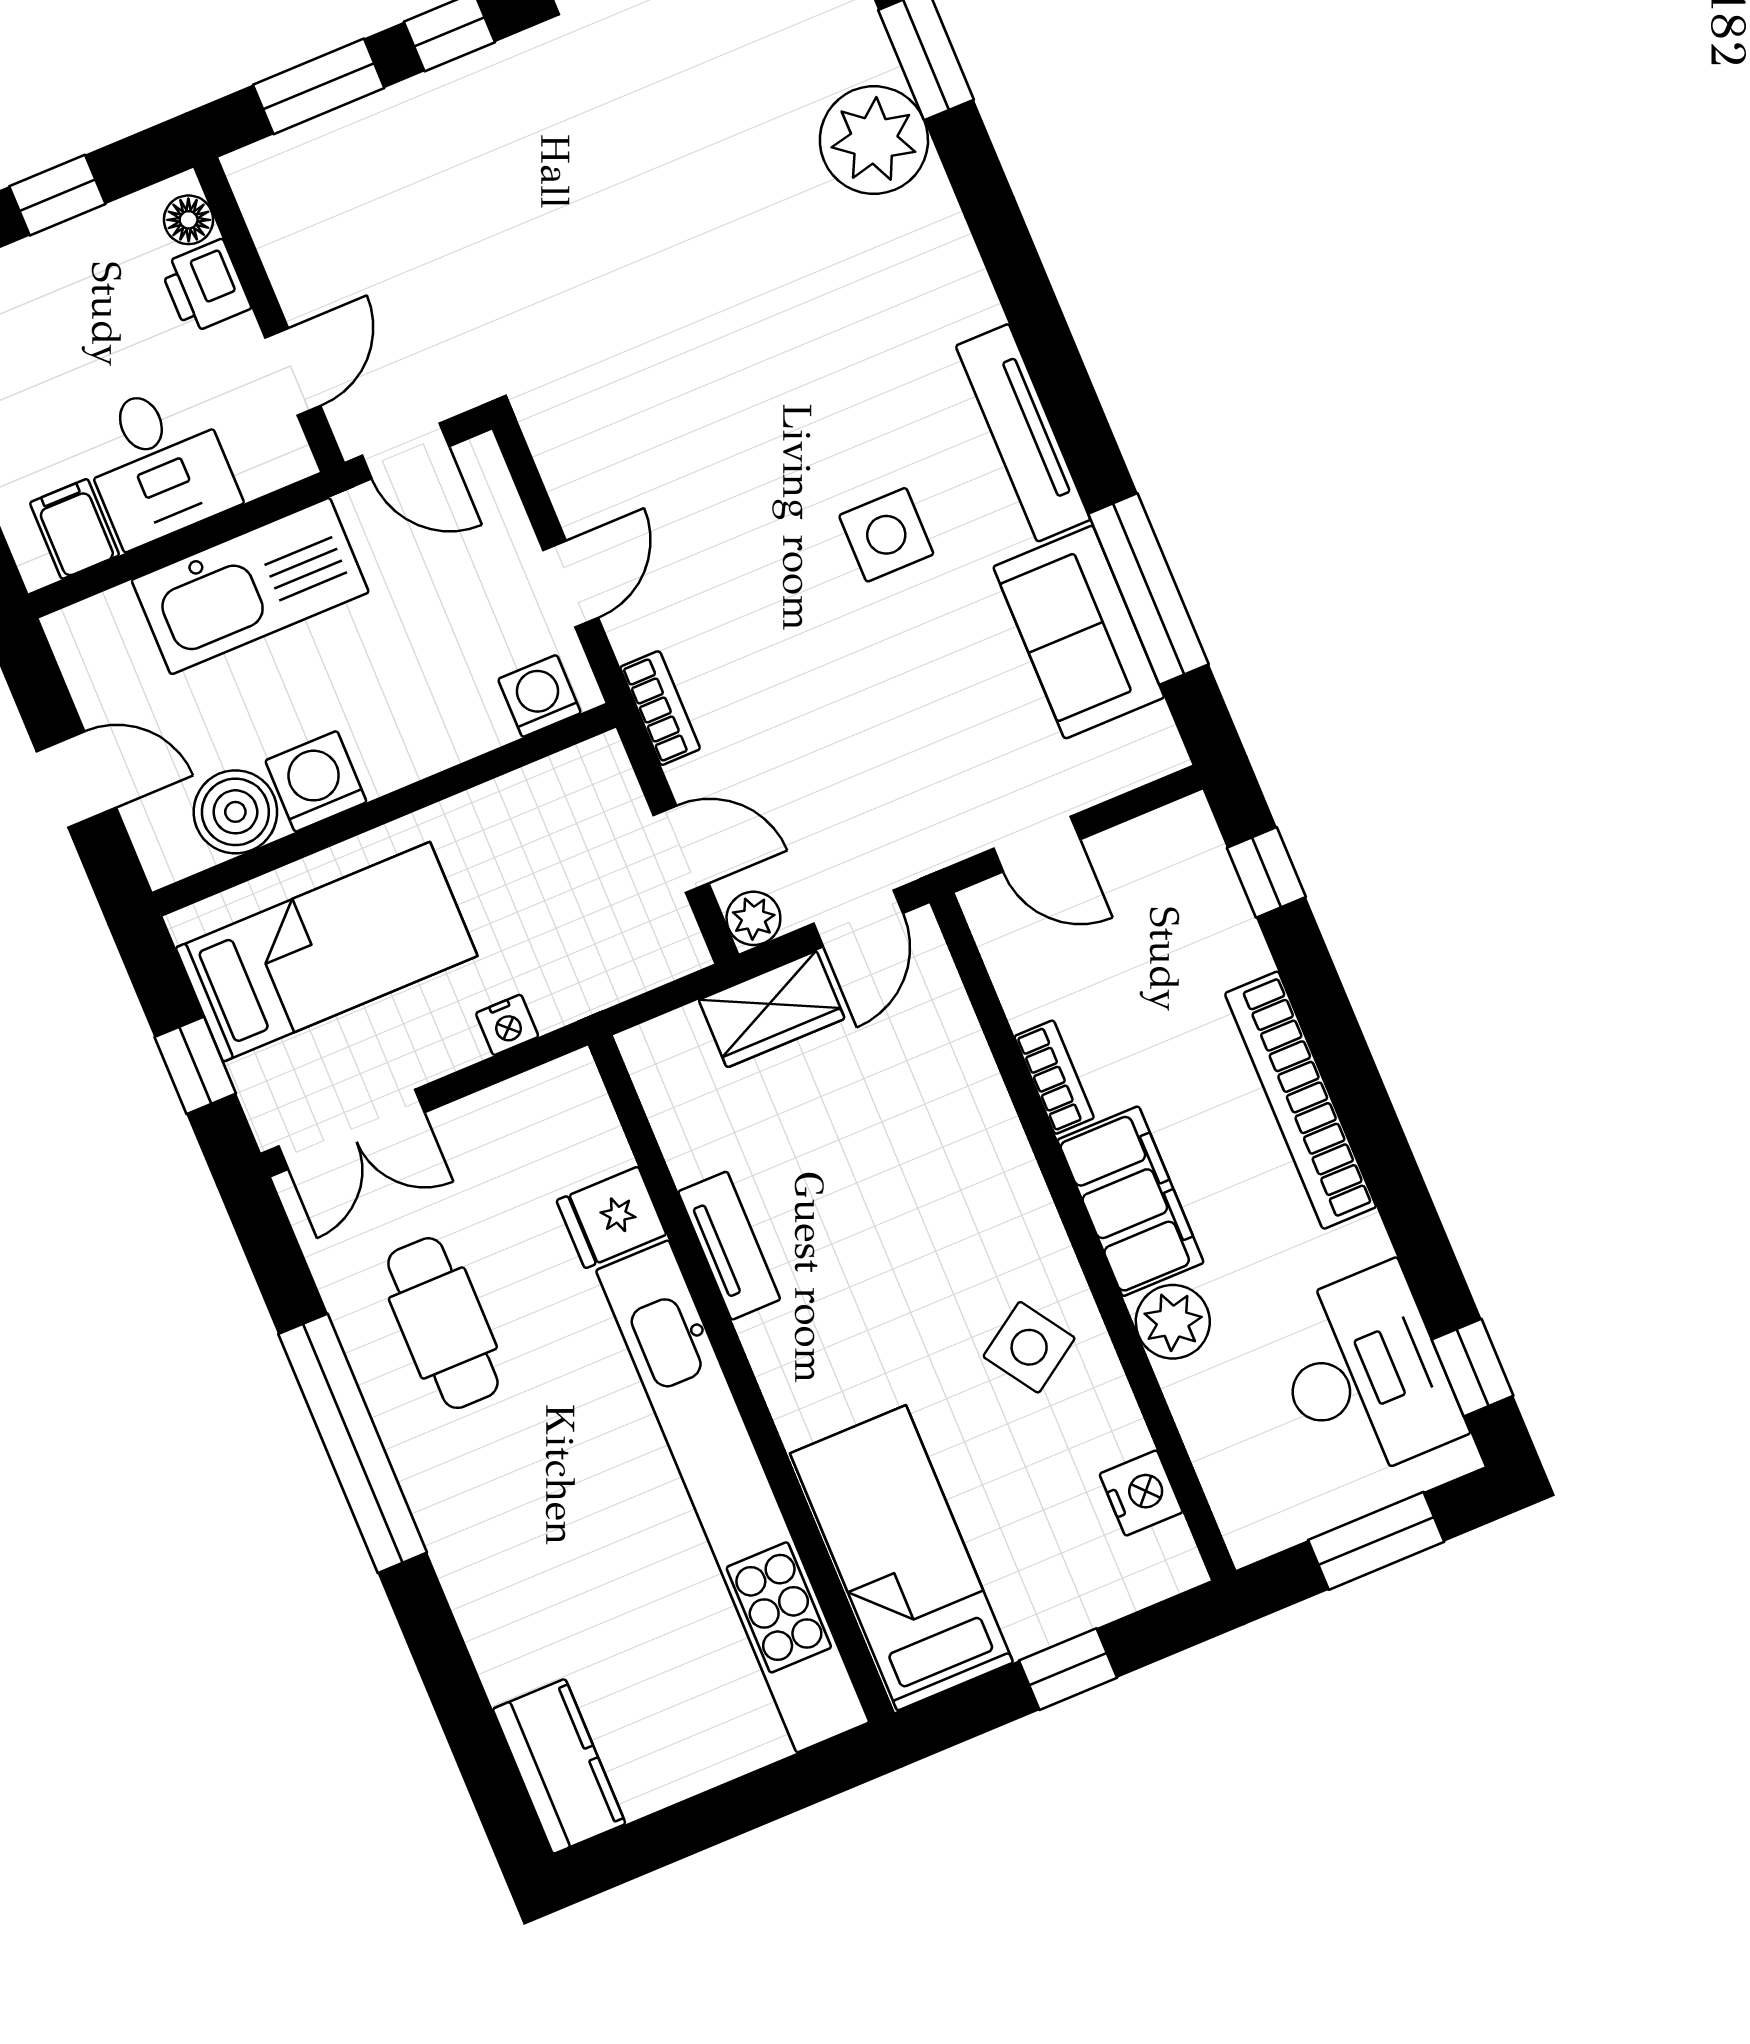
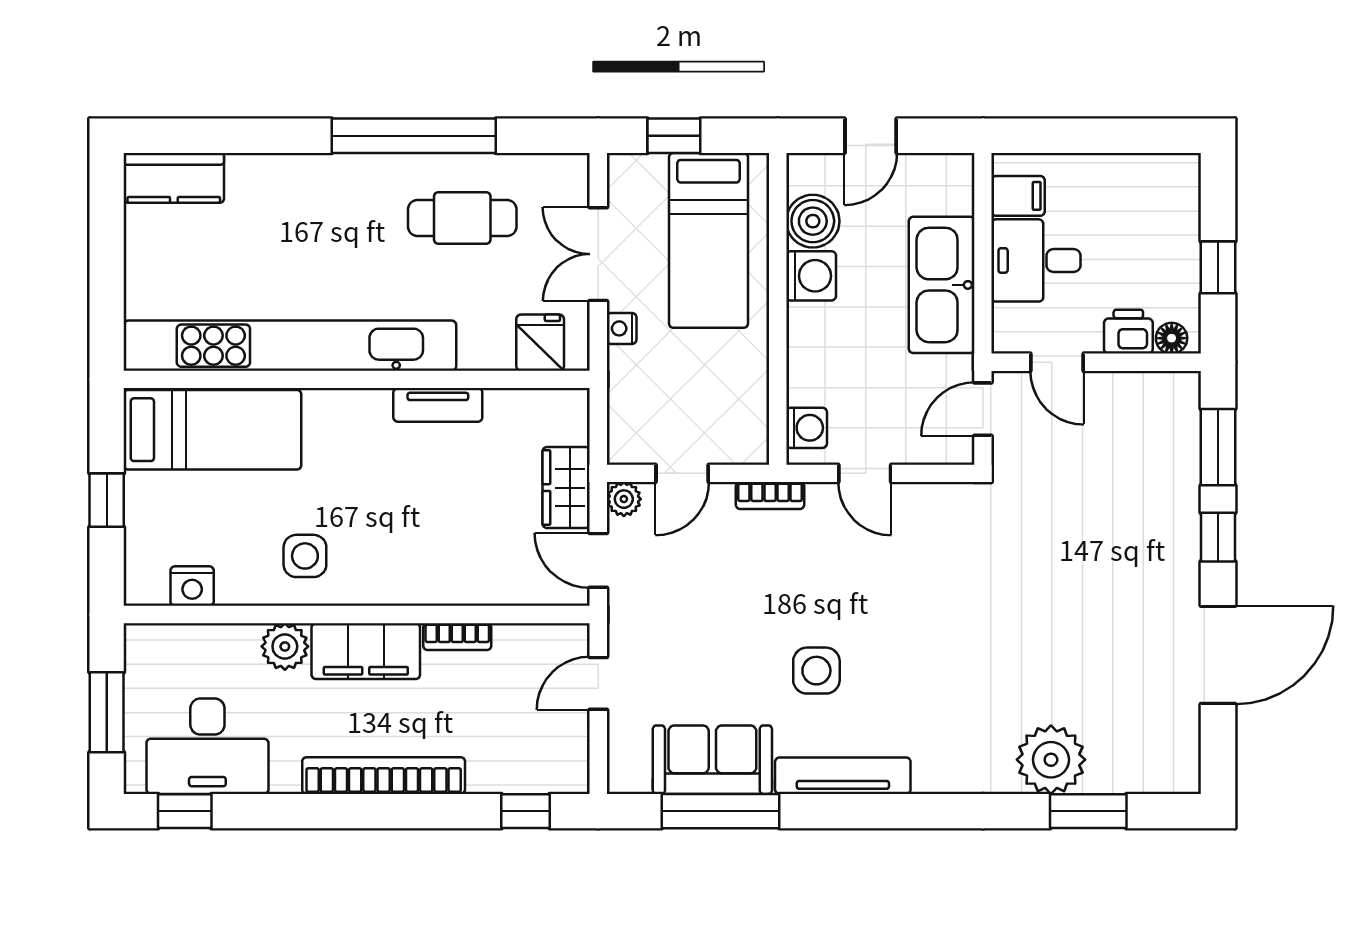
double door: (351, 1129) -> (598, 254), moved
fridge: (611, 1217) -> (540, 343), moved
side table: (1029, 1347) -> (305, 556), turned 34

